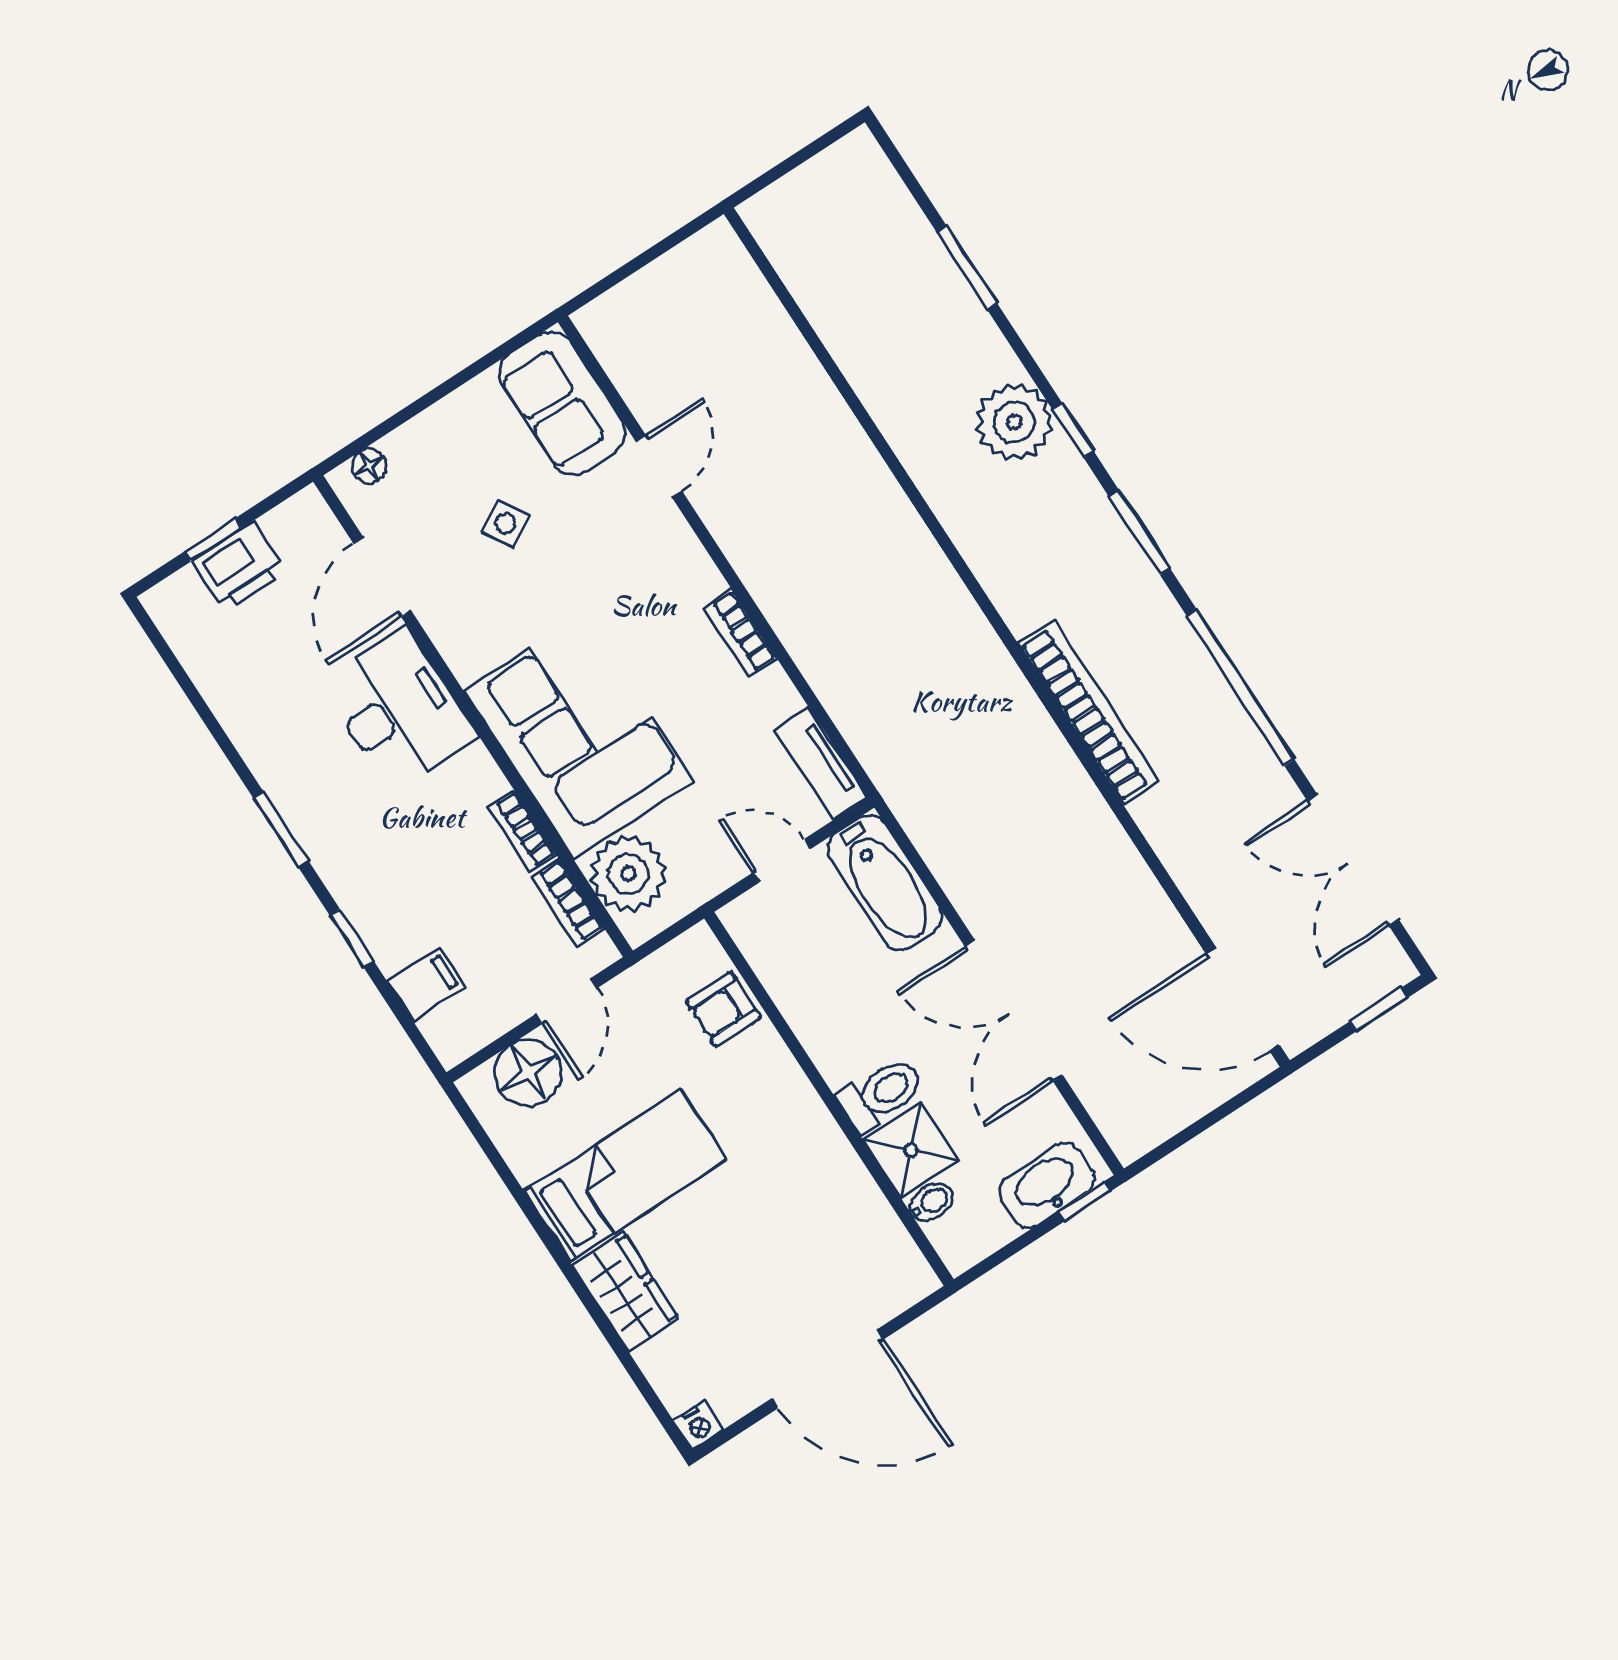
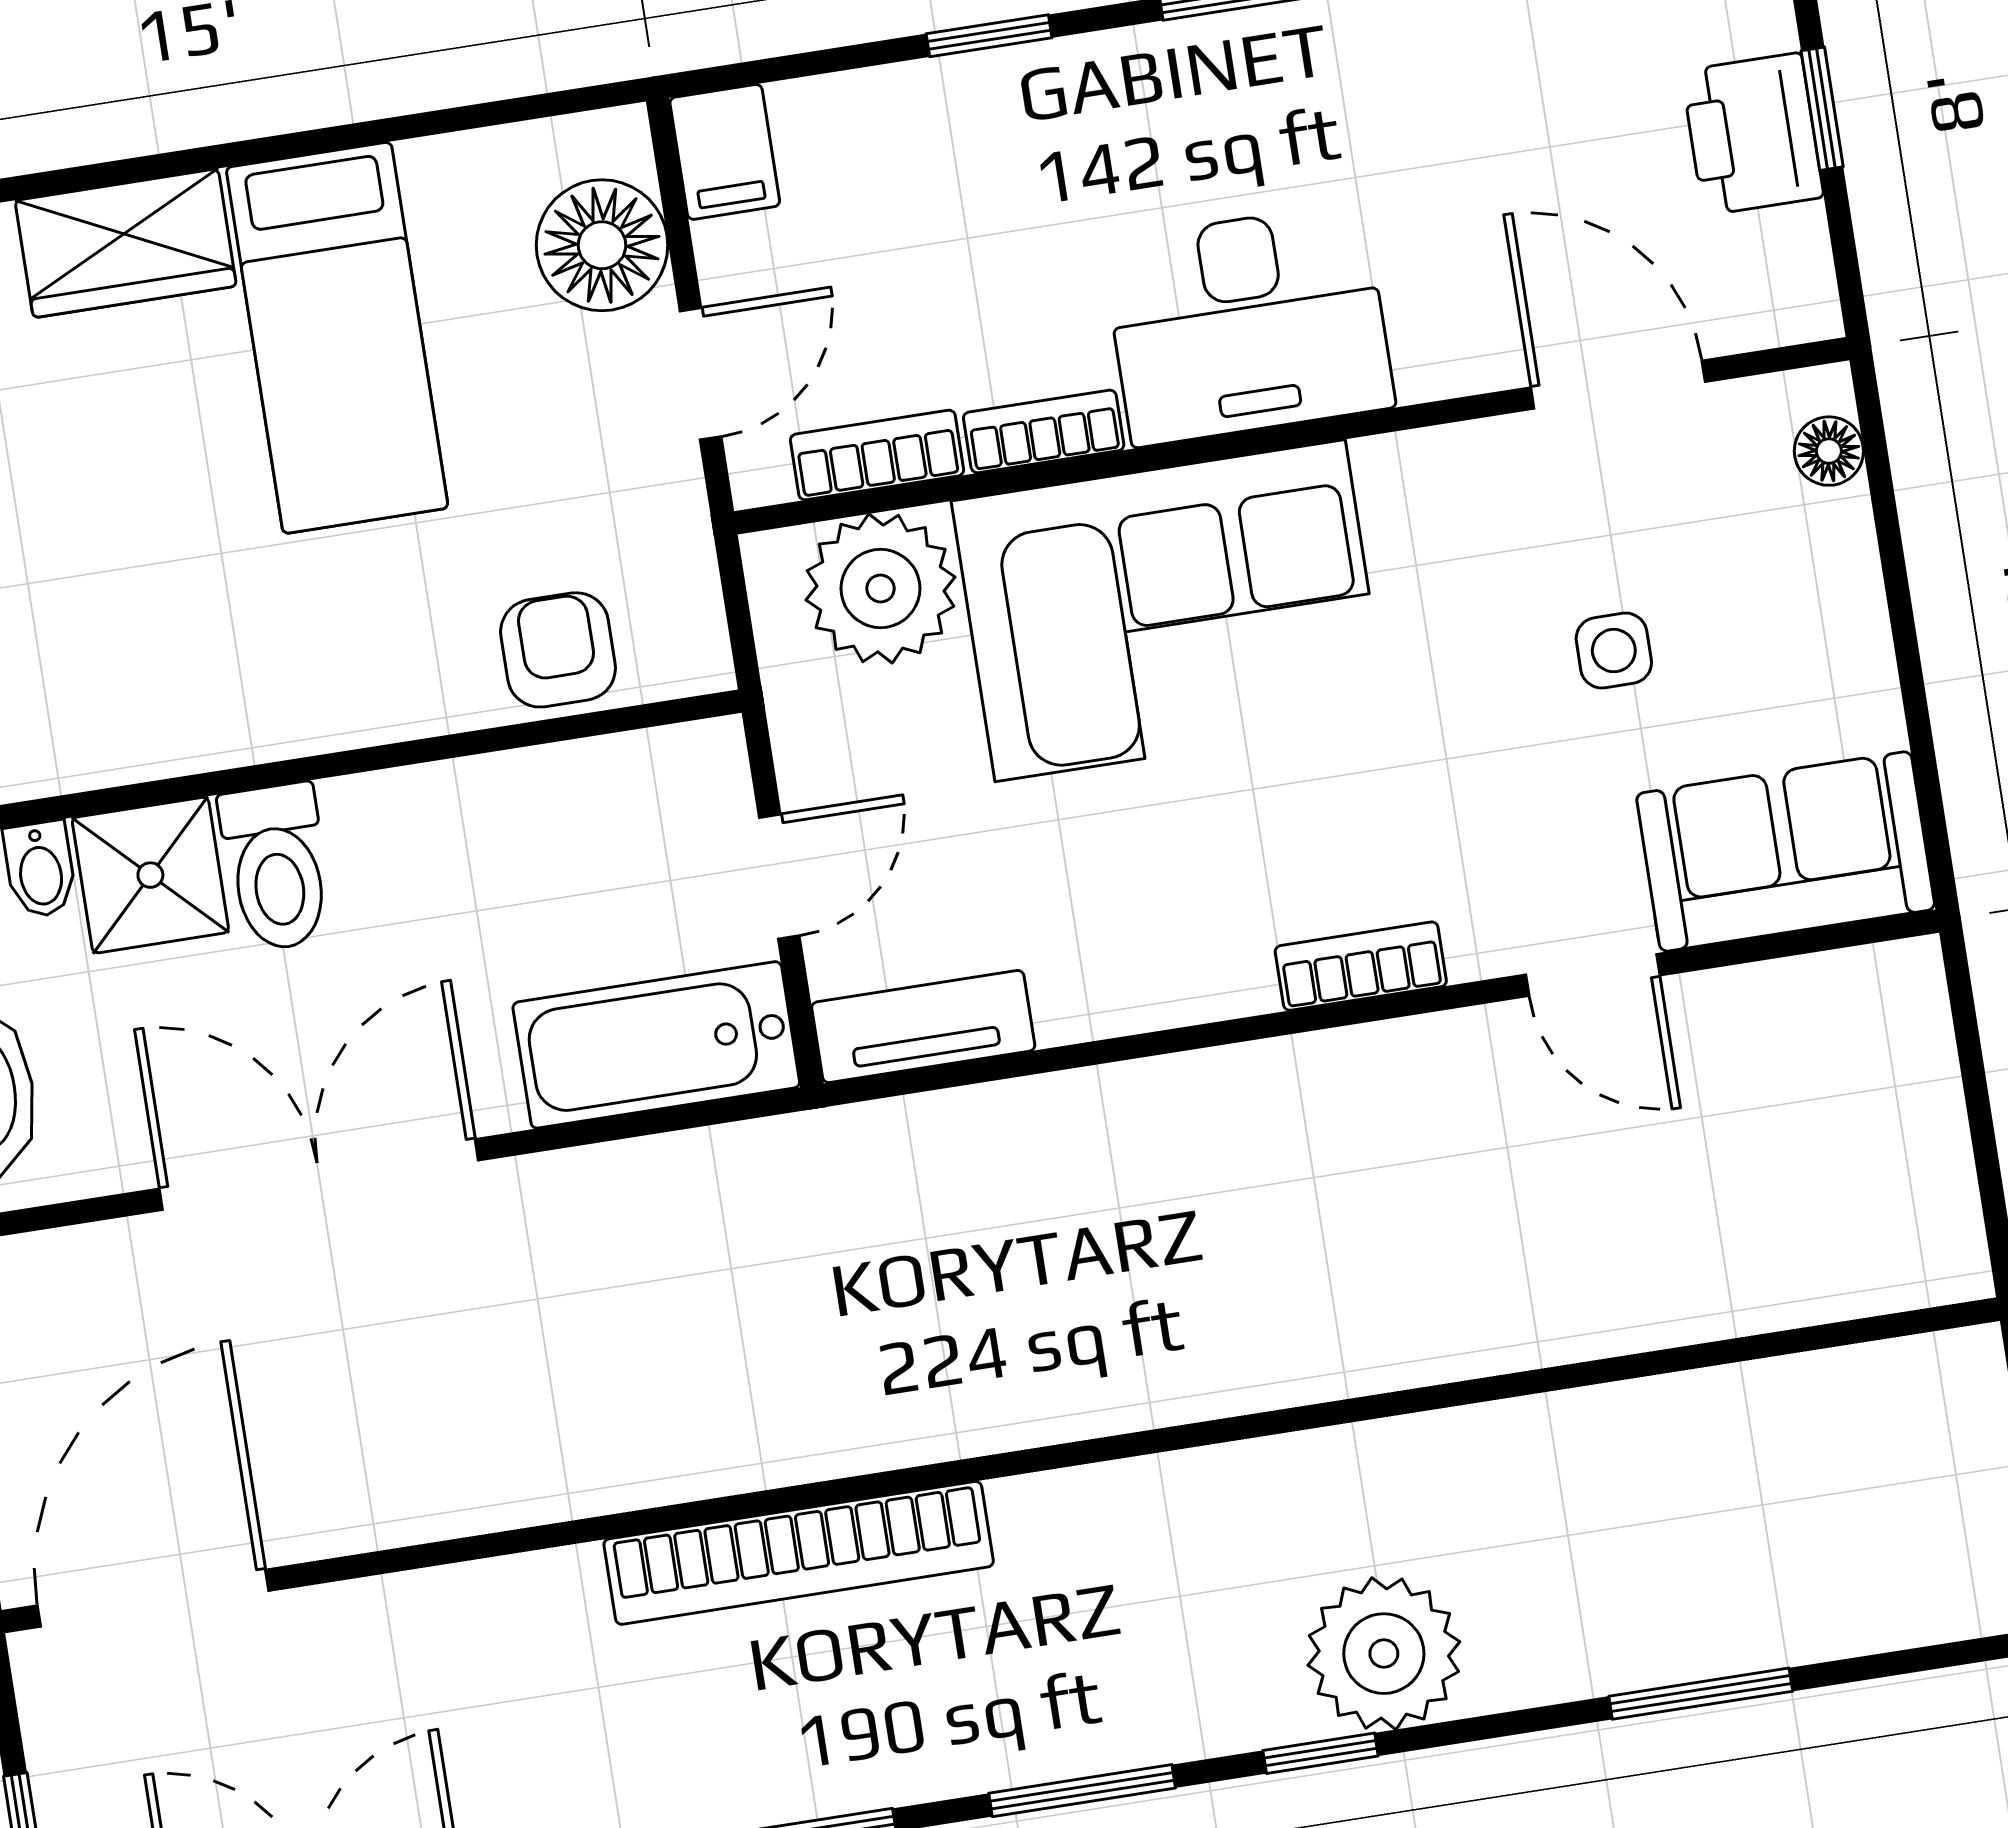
side table: (505, 524) -> (1614, 651), turned 31
bookcase: (741, 633) -> (1361, 966), moved
desk: (398, 710) -> (1248, 324), moved
filing cabinet: (426, 984) -> (725, 152), moved
door: (567, 1001) -> (701, 374), swing flipped

